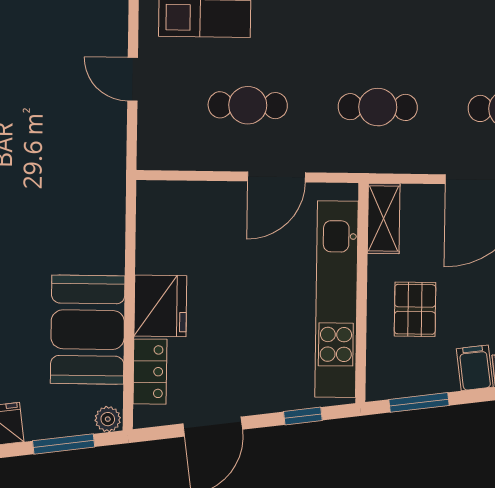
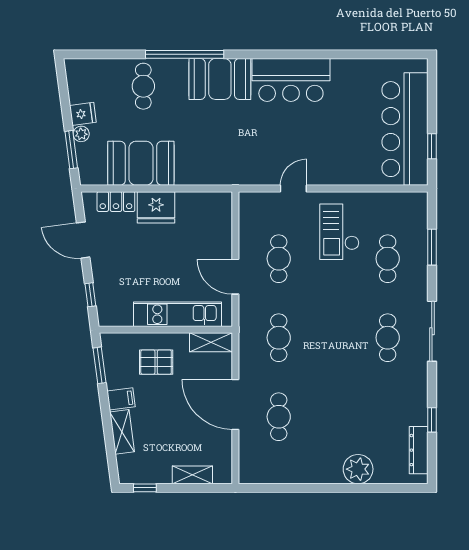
kitchen unit: (336, 299) -> (177, 314), width x0.73
plant: (108, 419) -> (81, 134), moved

